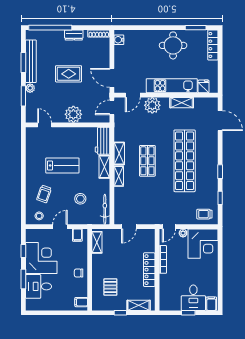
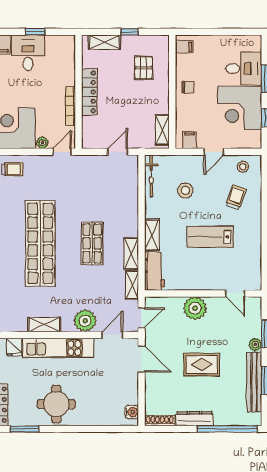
dresser: (74, 35) -> (194, 419), width x1.44
shelving: (119, 176) -> (132, 285), moved

